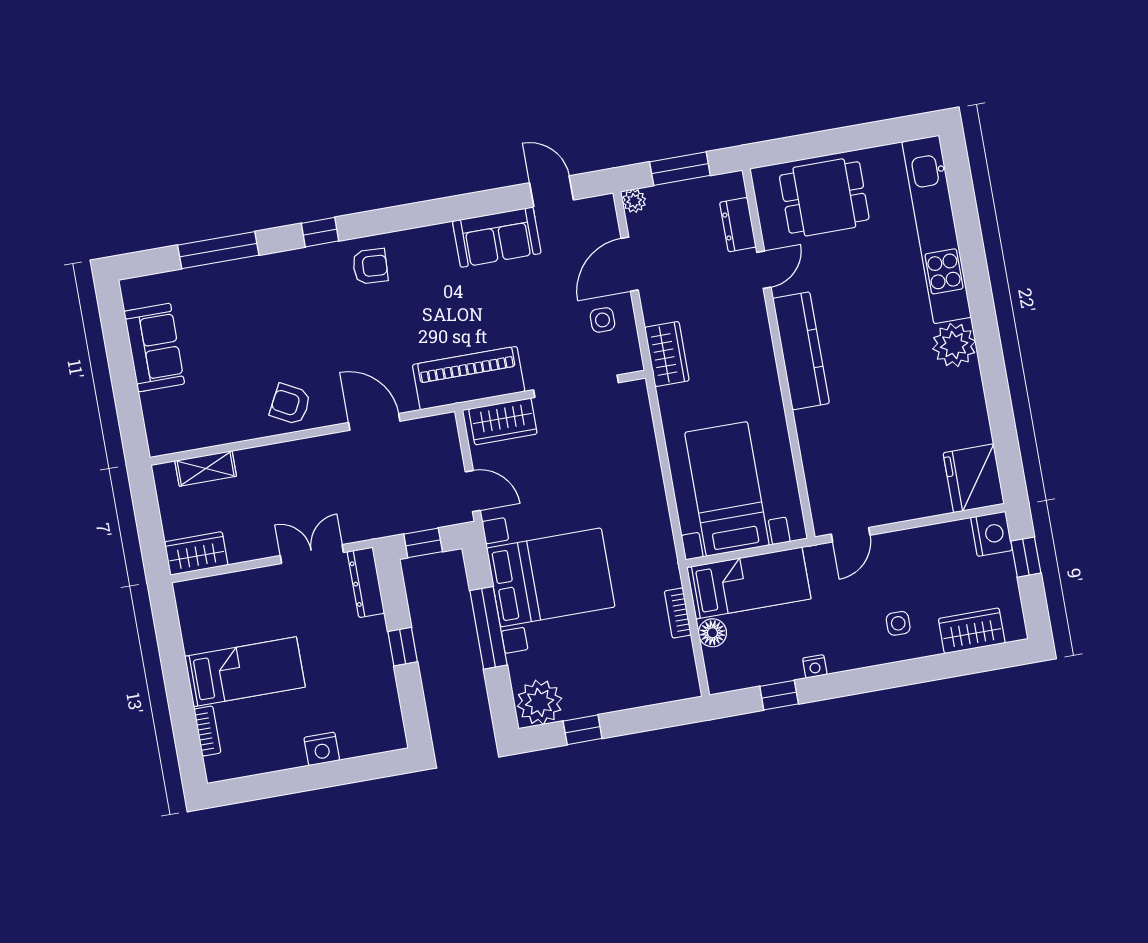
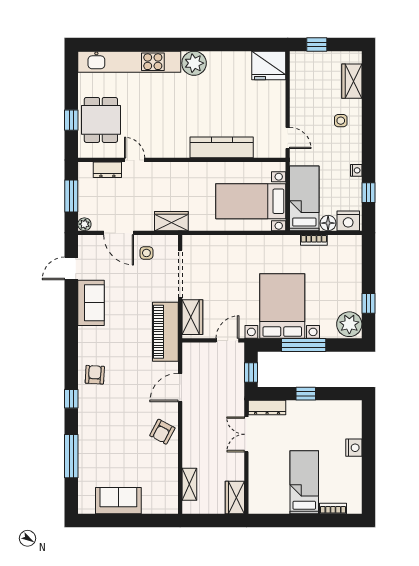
window: (815, 145) -> (71, 120), added
kitchen counter: (801, 351) -> (222, 147), moved
nightstand: (991, 534) -> (348, 221), moved, turned 180

